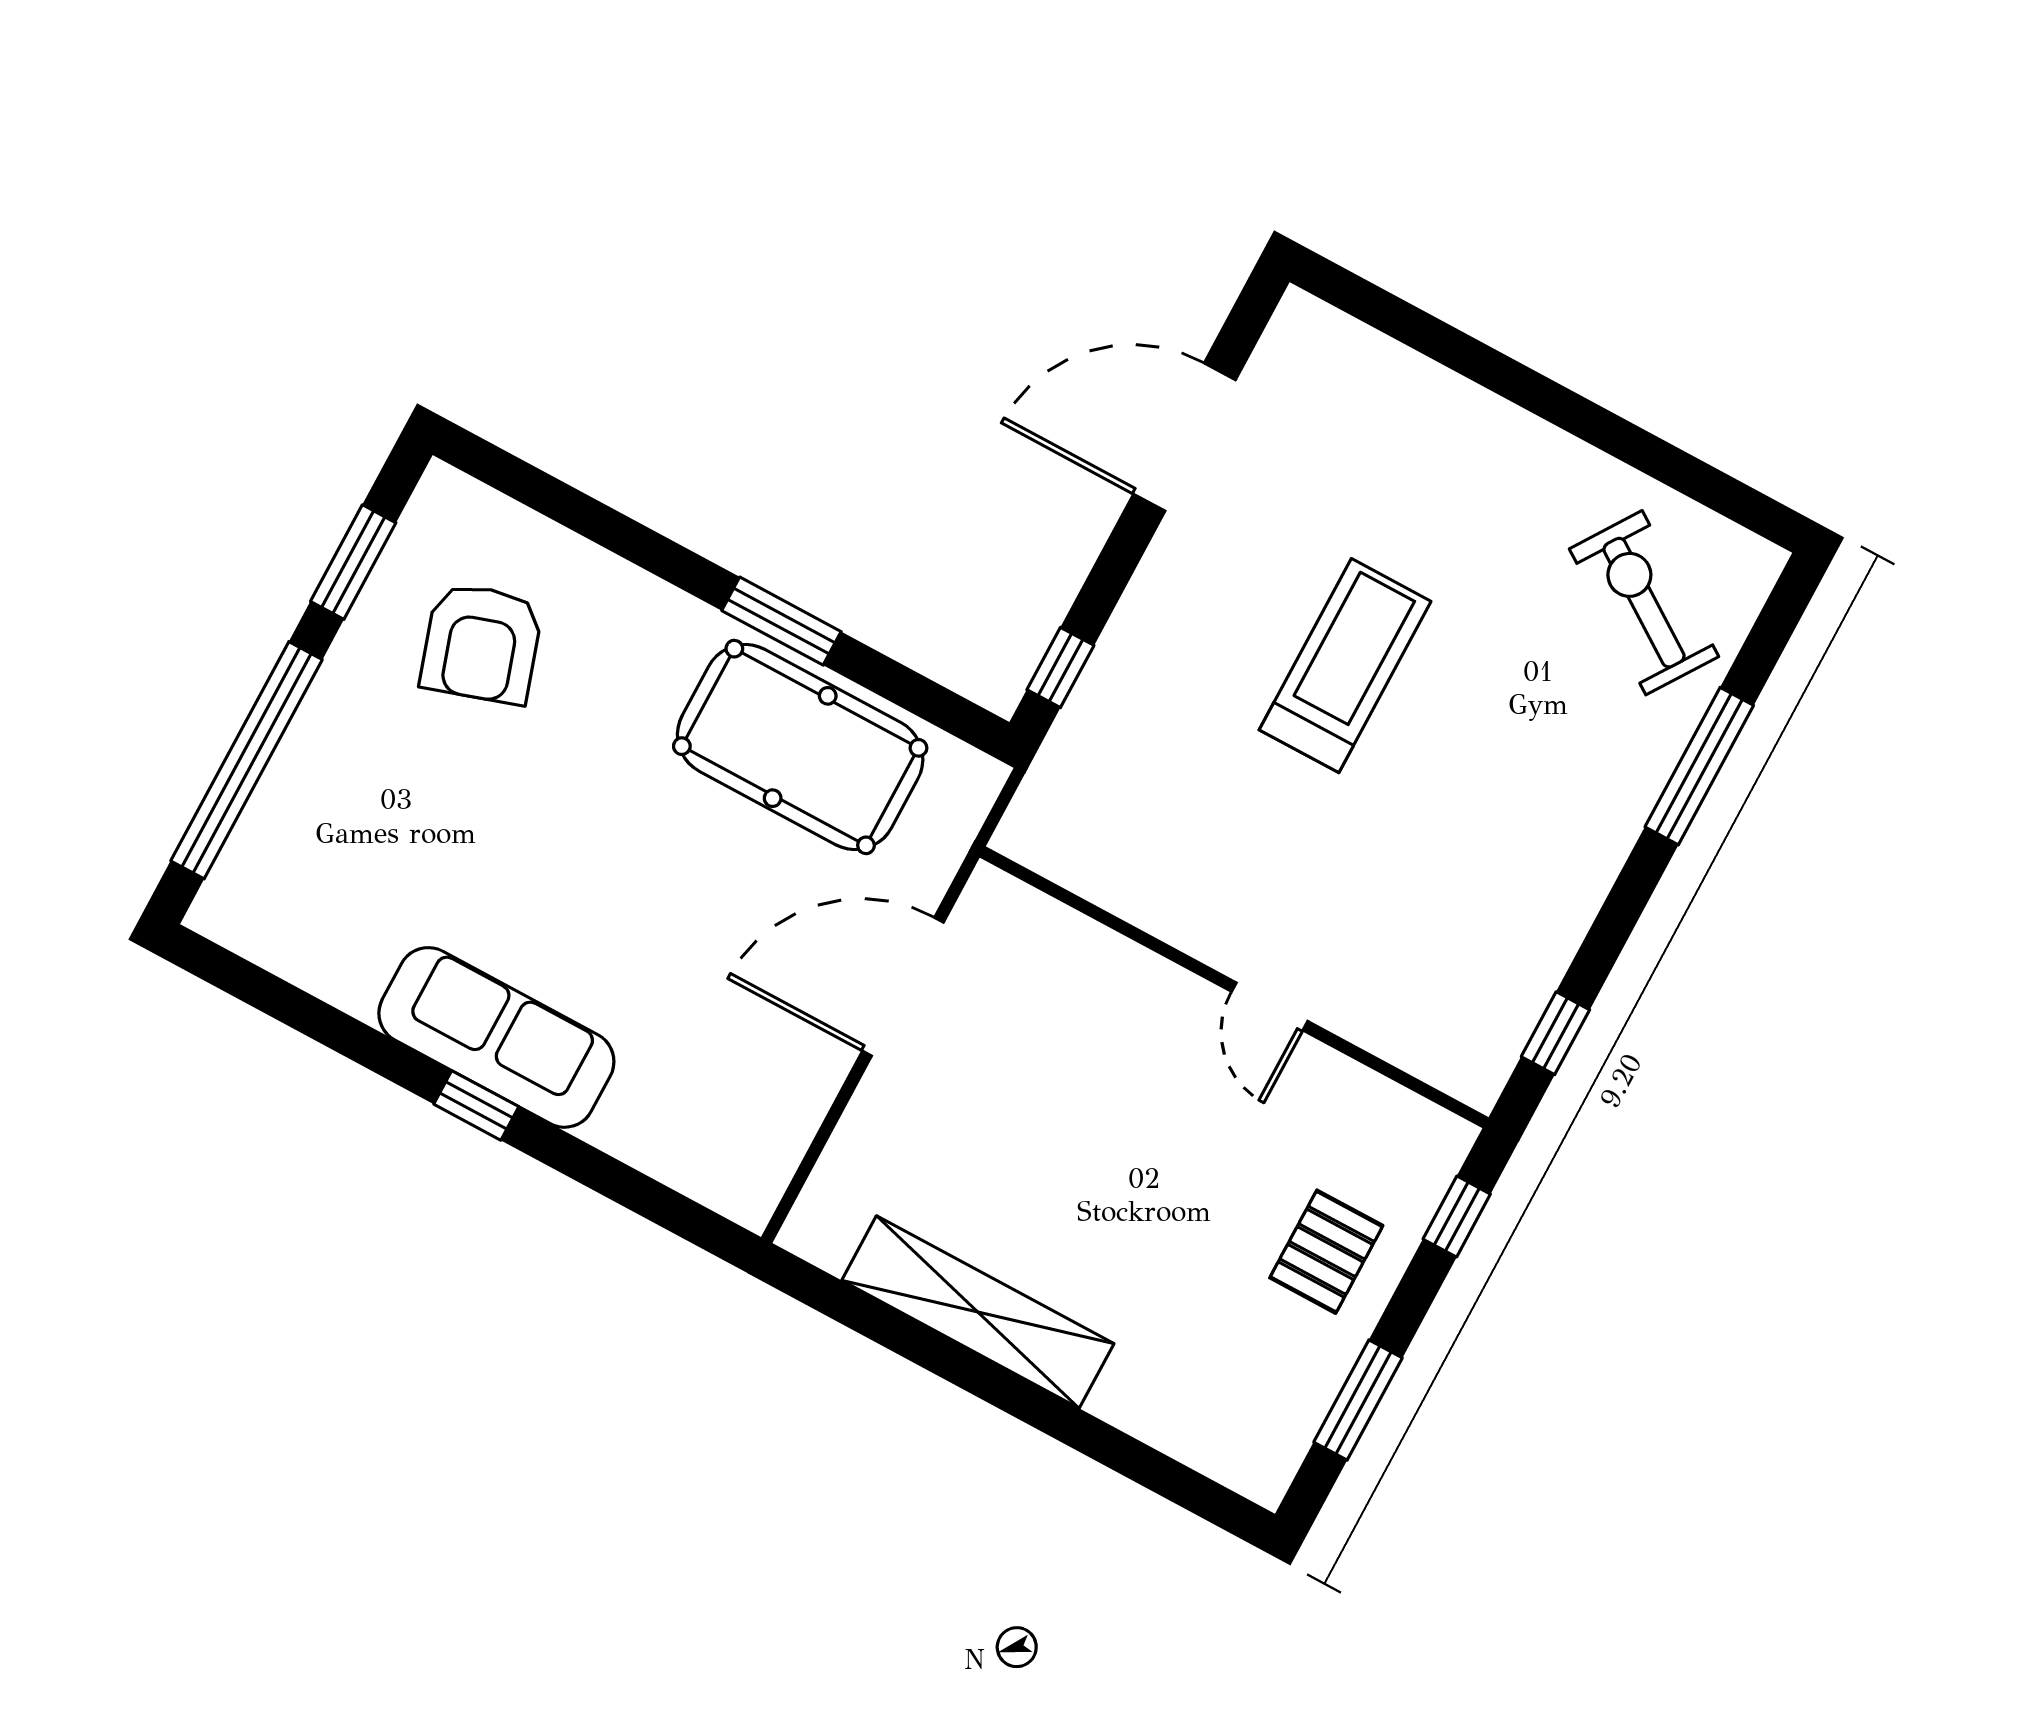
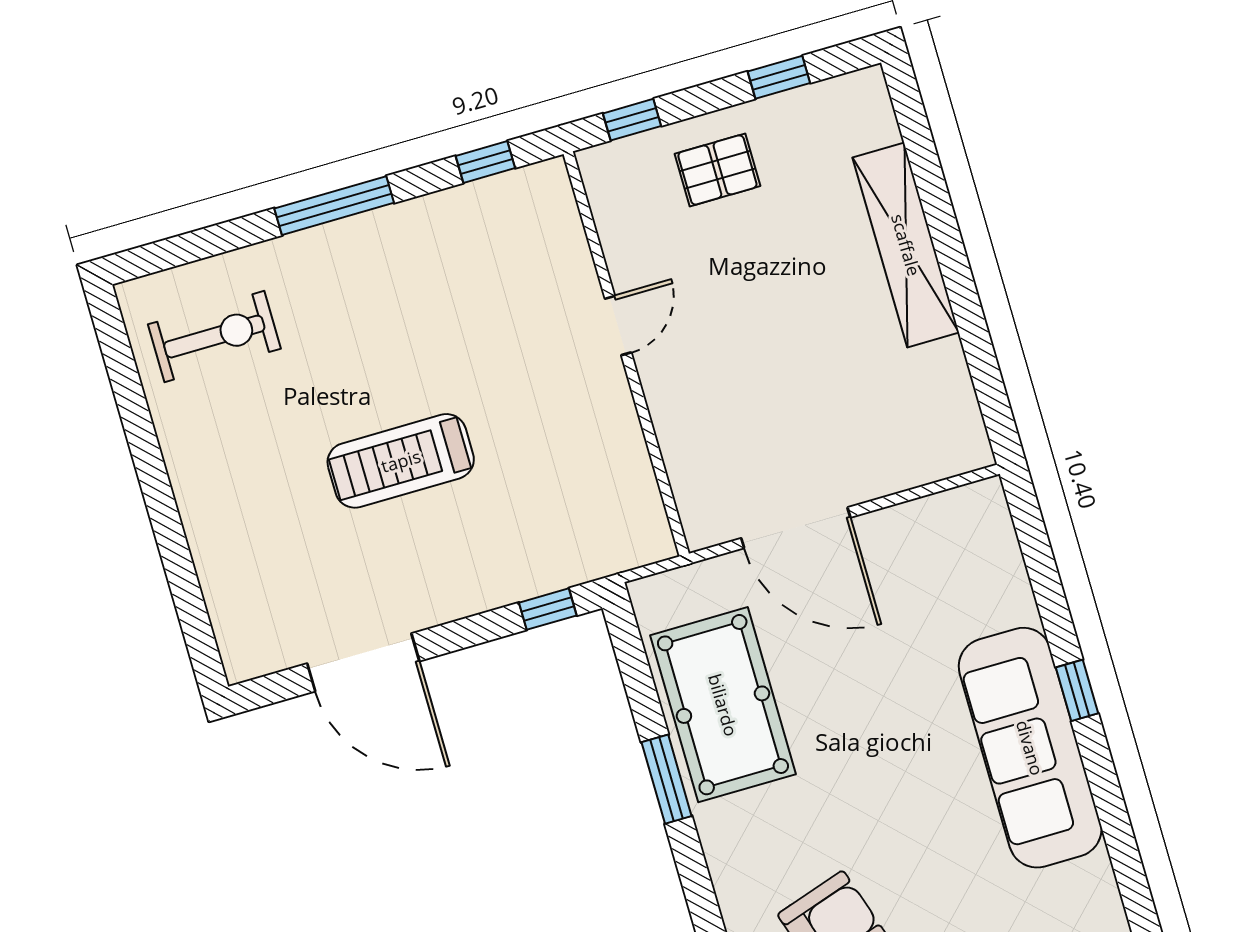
exercise bike: (1644, 603) -> (214, 337), turned -124
window: (1699, 766) -> (334, 206), moved
sofa: (496, 1037) -> (1030, 748), width x1.36, depth x1.27
shelving: (978, 1312) -> (906, 245), moved
window: (1358, 1400) -> (779, 77), width x0.67

